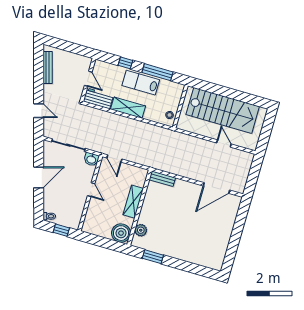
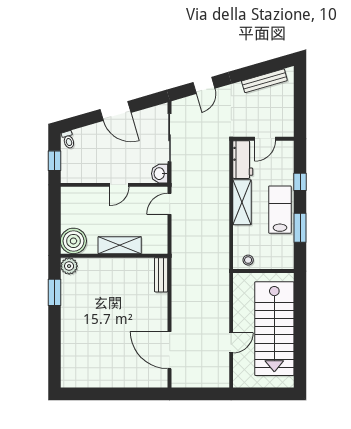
window: (157, 72) -> (300, 228), width x0.69
plant: (141, 230) -> (69, 266), moved

